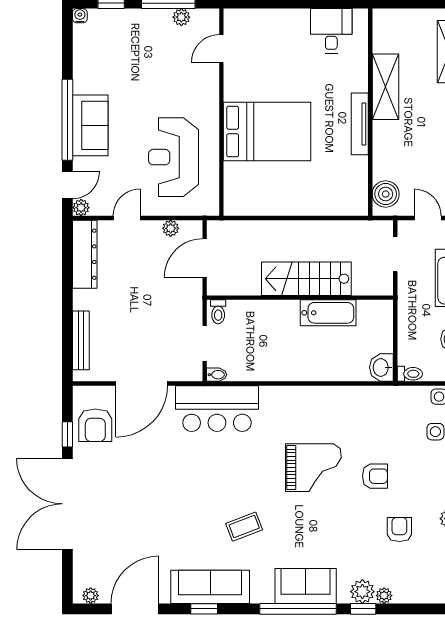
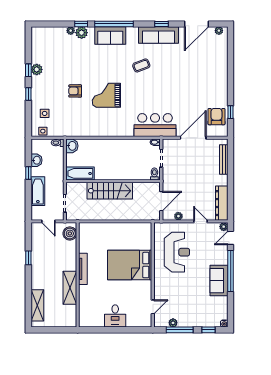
desk: (331, 31) -> (115, 316), moved
sofa: (90, 125) -> (219, 281), moved
door: (127, 218) -> (201, 221), swing flipped
bathtub: (328, 313) -> (80, 173), moved
double door: (67, 504) -> (231, 77), removed
armchair: (399, 529) -> (63, 64), removed

